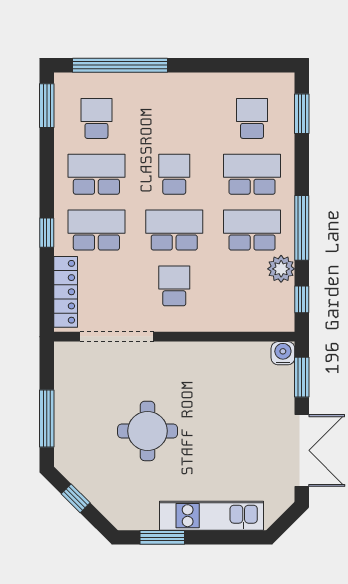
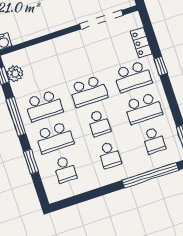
window: (302, 114) -> (31, 162), moved
plant: (281, 269) -> (15, 74), moved
school desk: (174, 286) -> (109, 155), moved
locker: (66, 292) -> (141, 43), width x0.66

